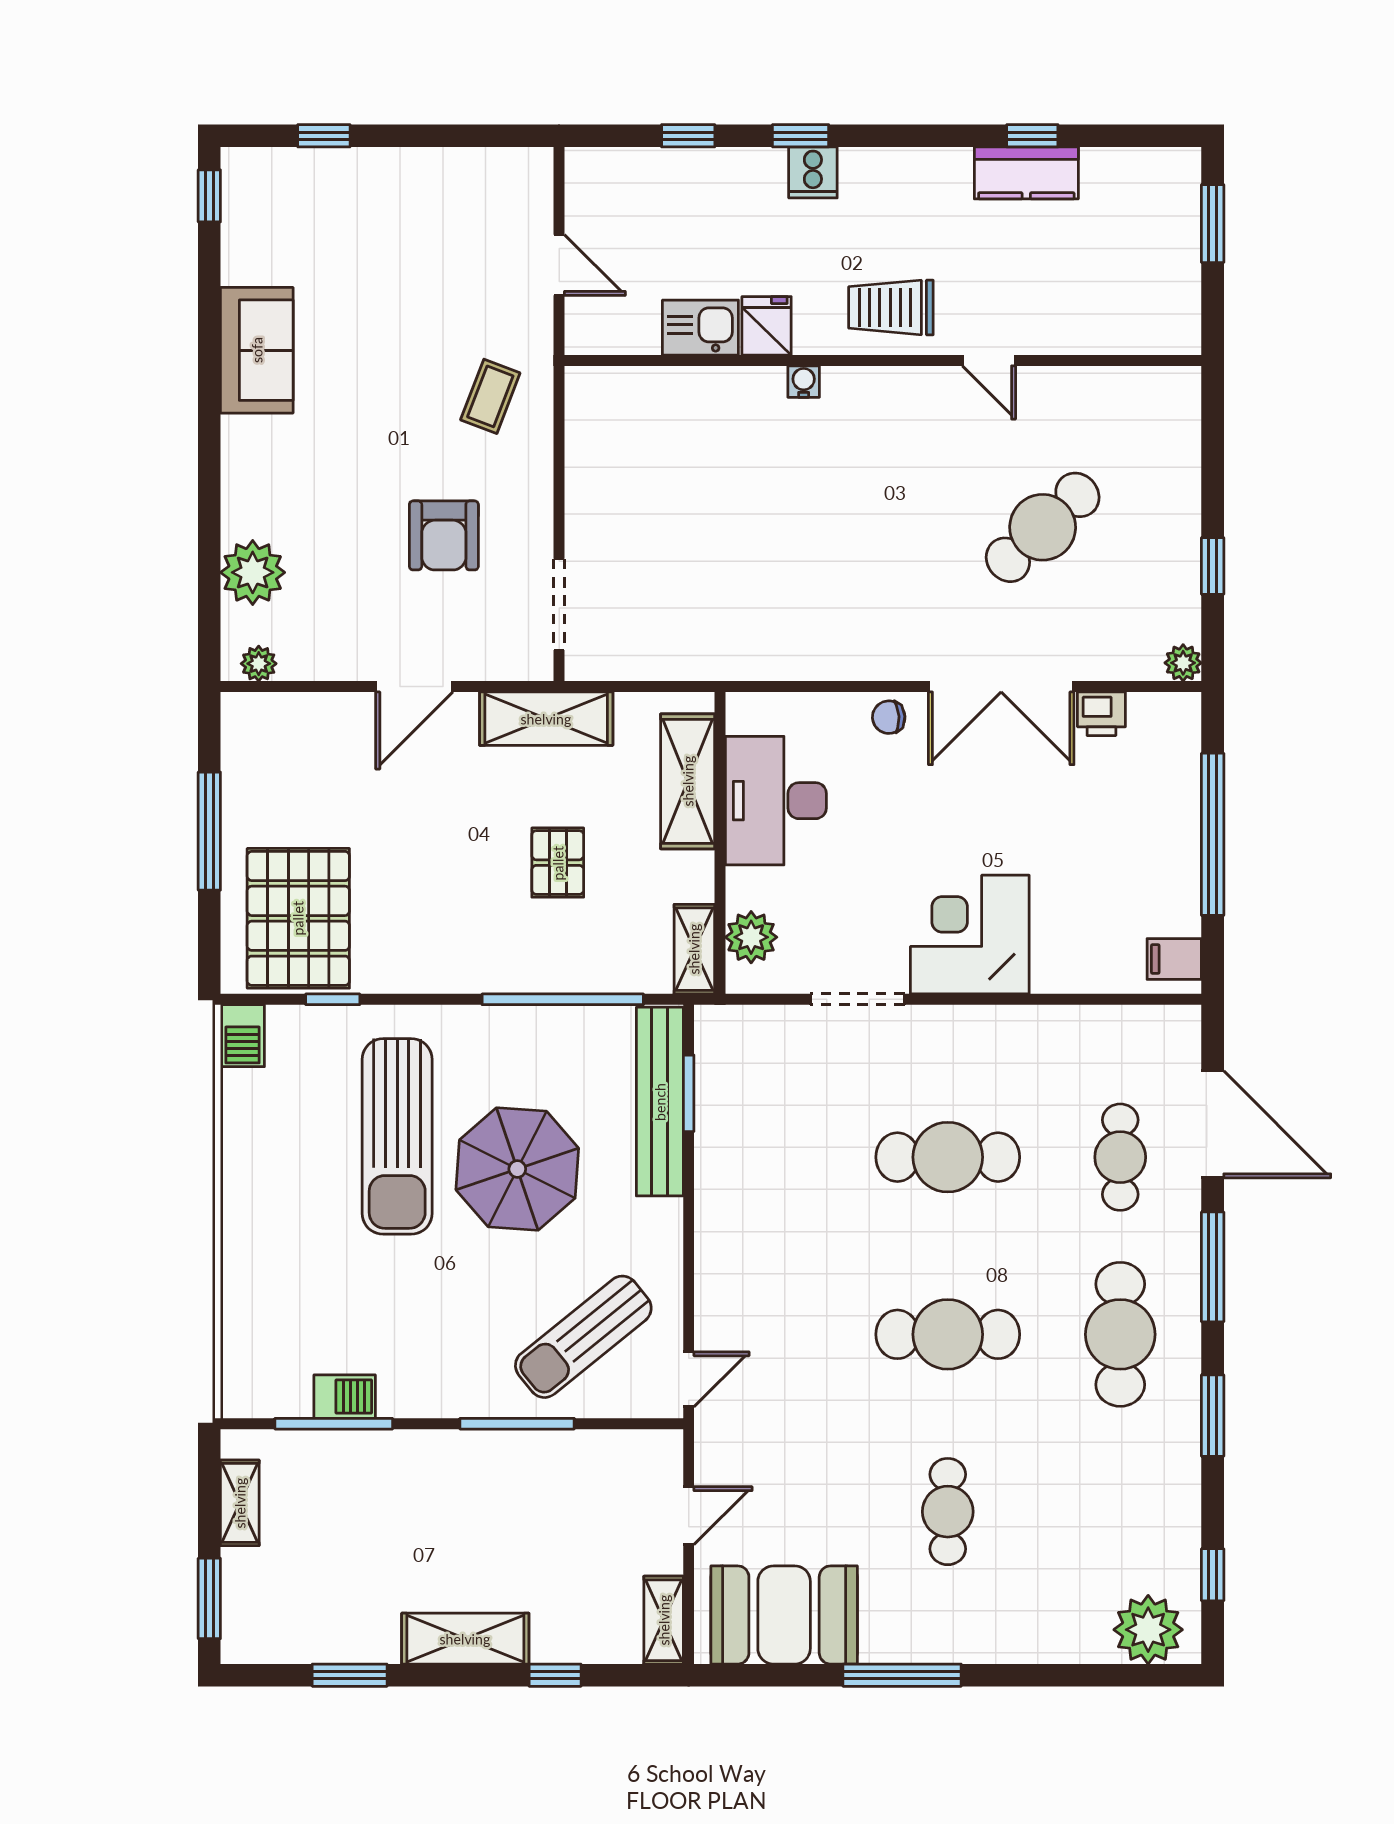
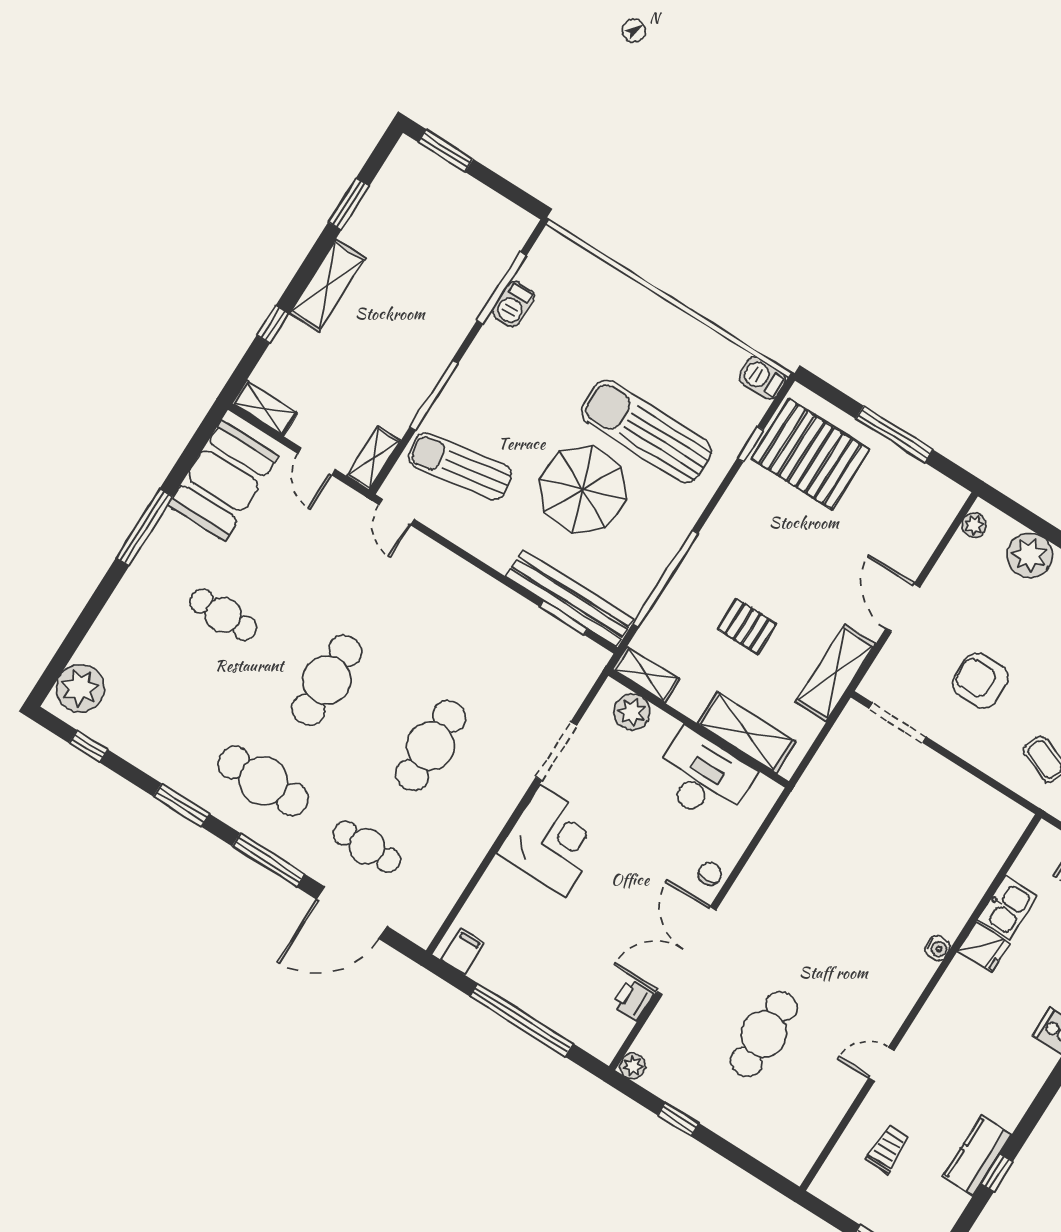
trolley: (891, 307) -> (888, 1149), moved, width x0.73, depth x0.72
cafe table: (1043, 527) -> (764, 1034), turned 43
sun lounger: (583, 1337) -> (460, 466), turned -61
shelving: (240, 1503) -> (374, 458), moved, turned 90

